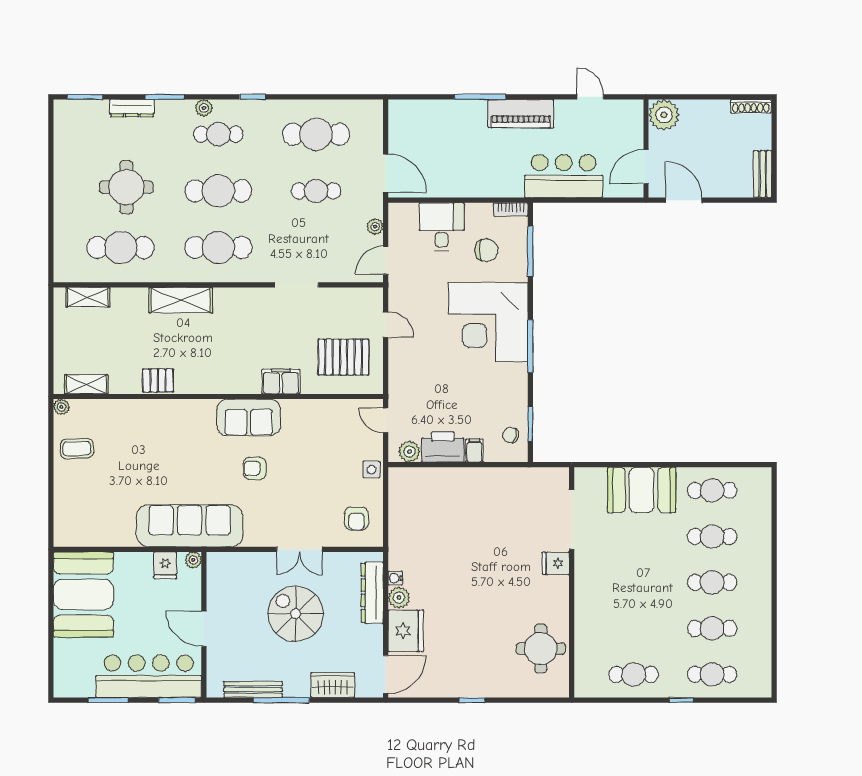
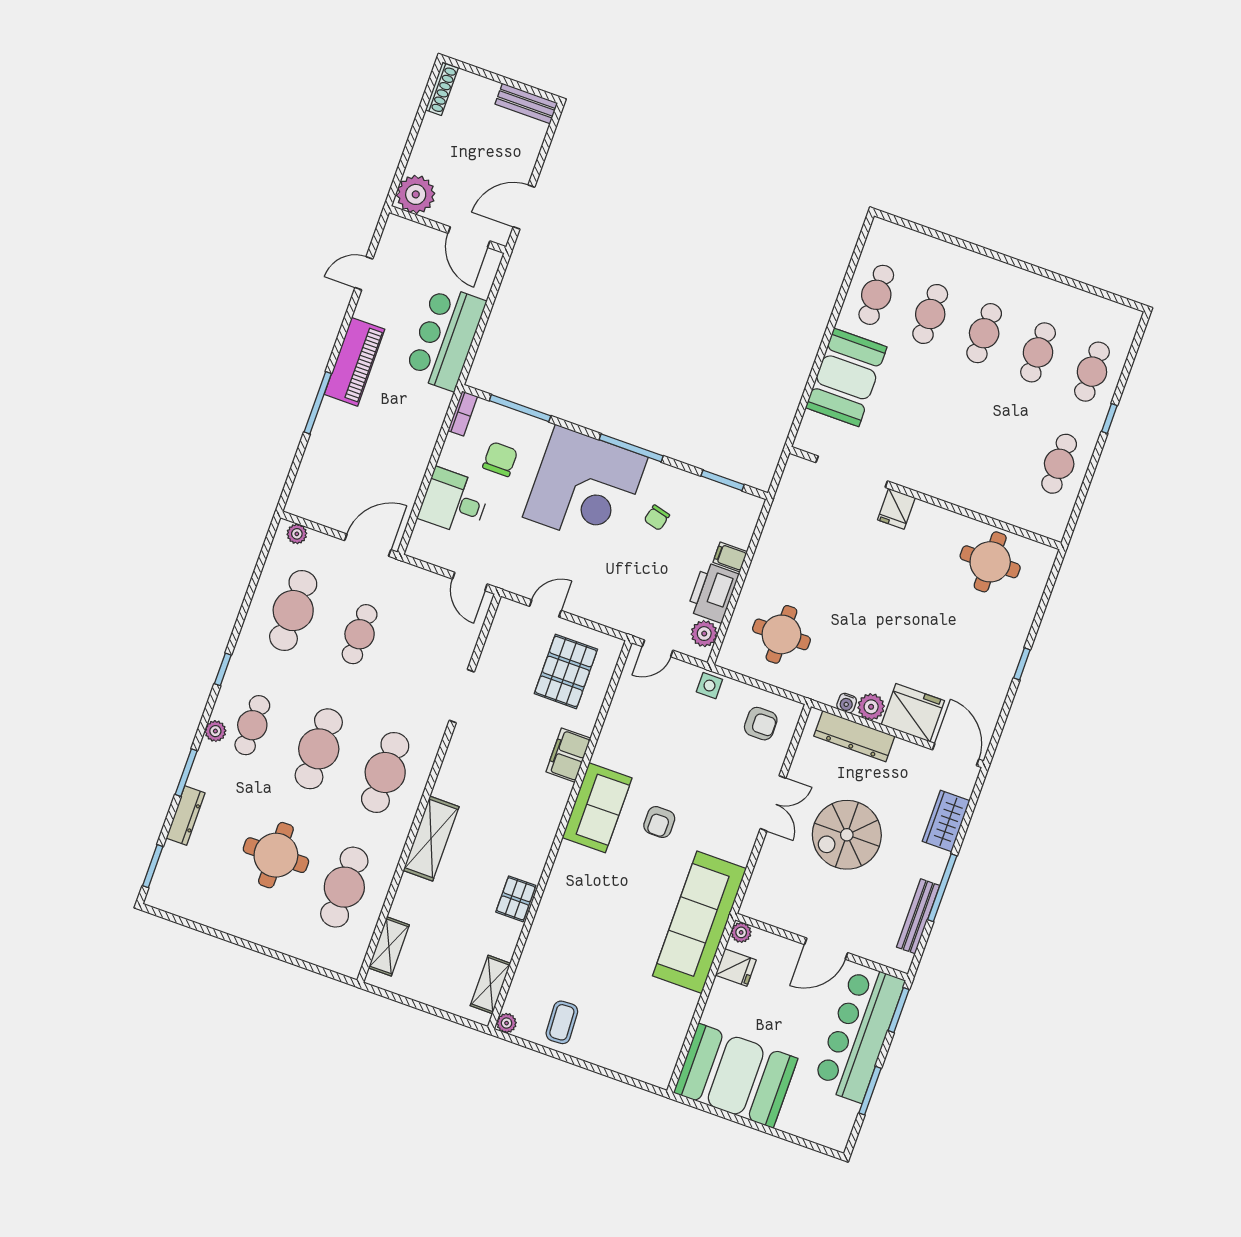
plant: (375, 227) -> (297, 534), moved
chair: (511, 435) -> (657, 518), moved
round table: (430, 510) -> (781, 634), added

